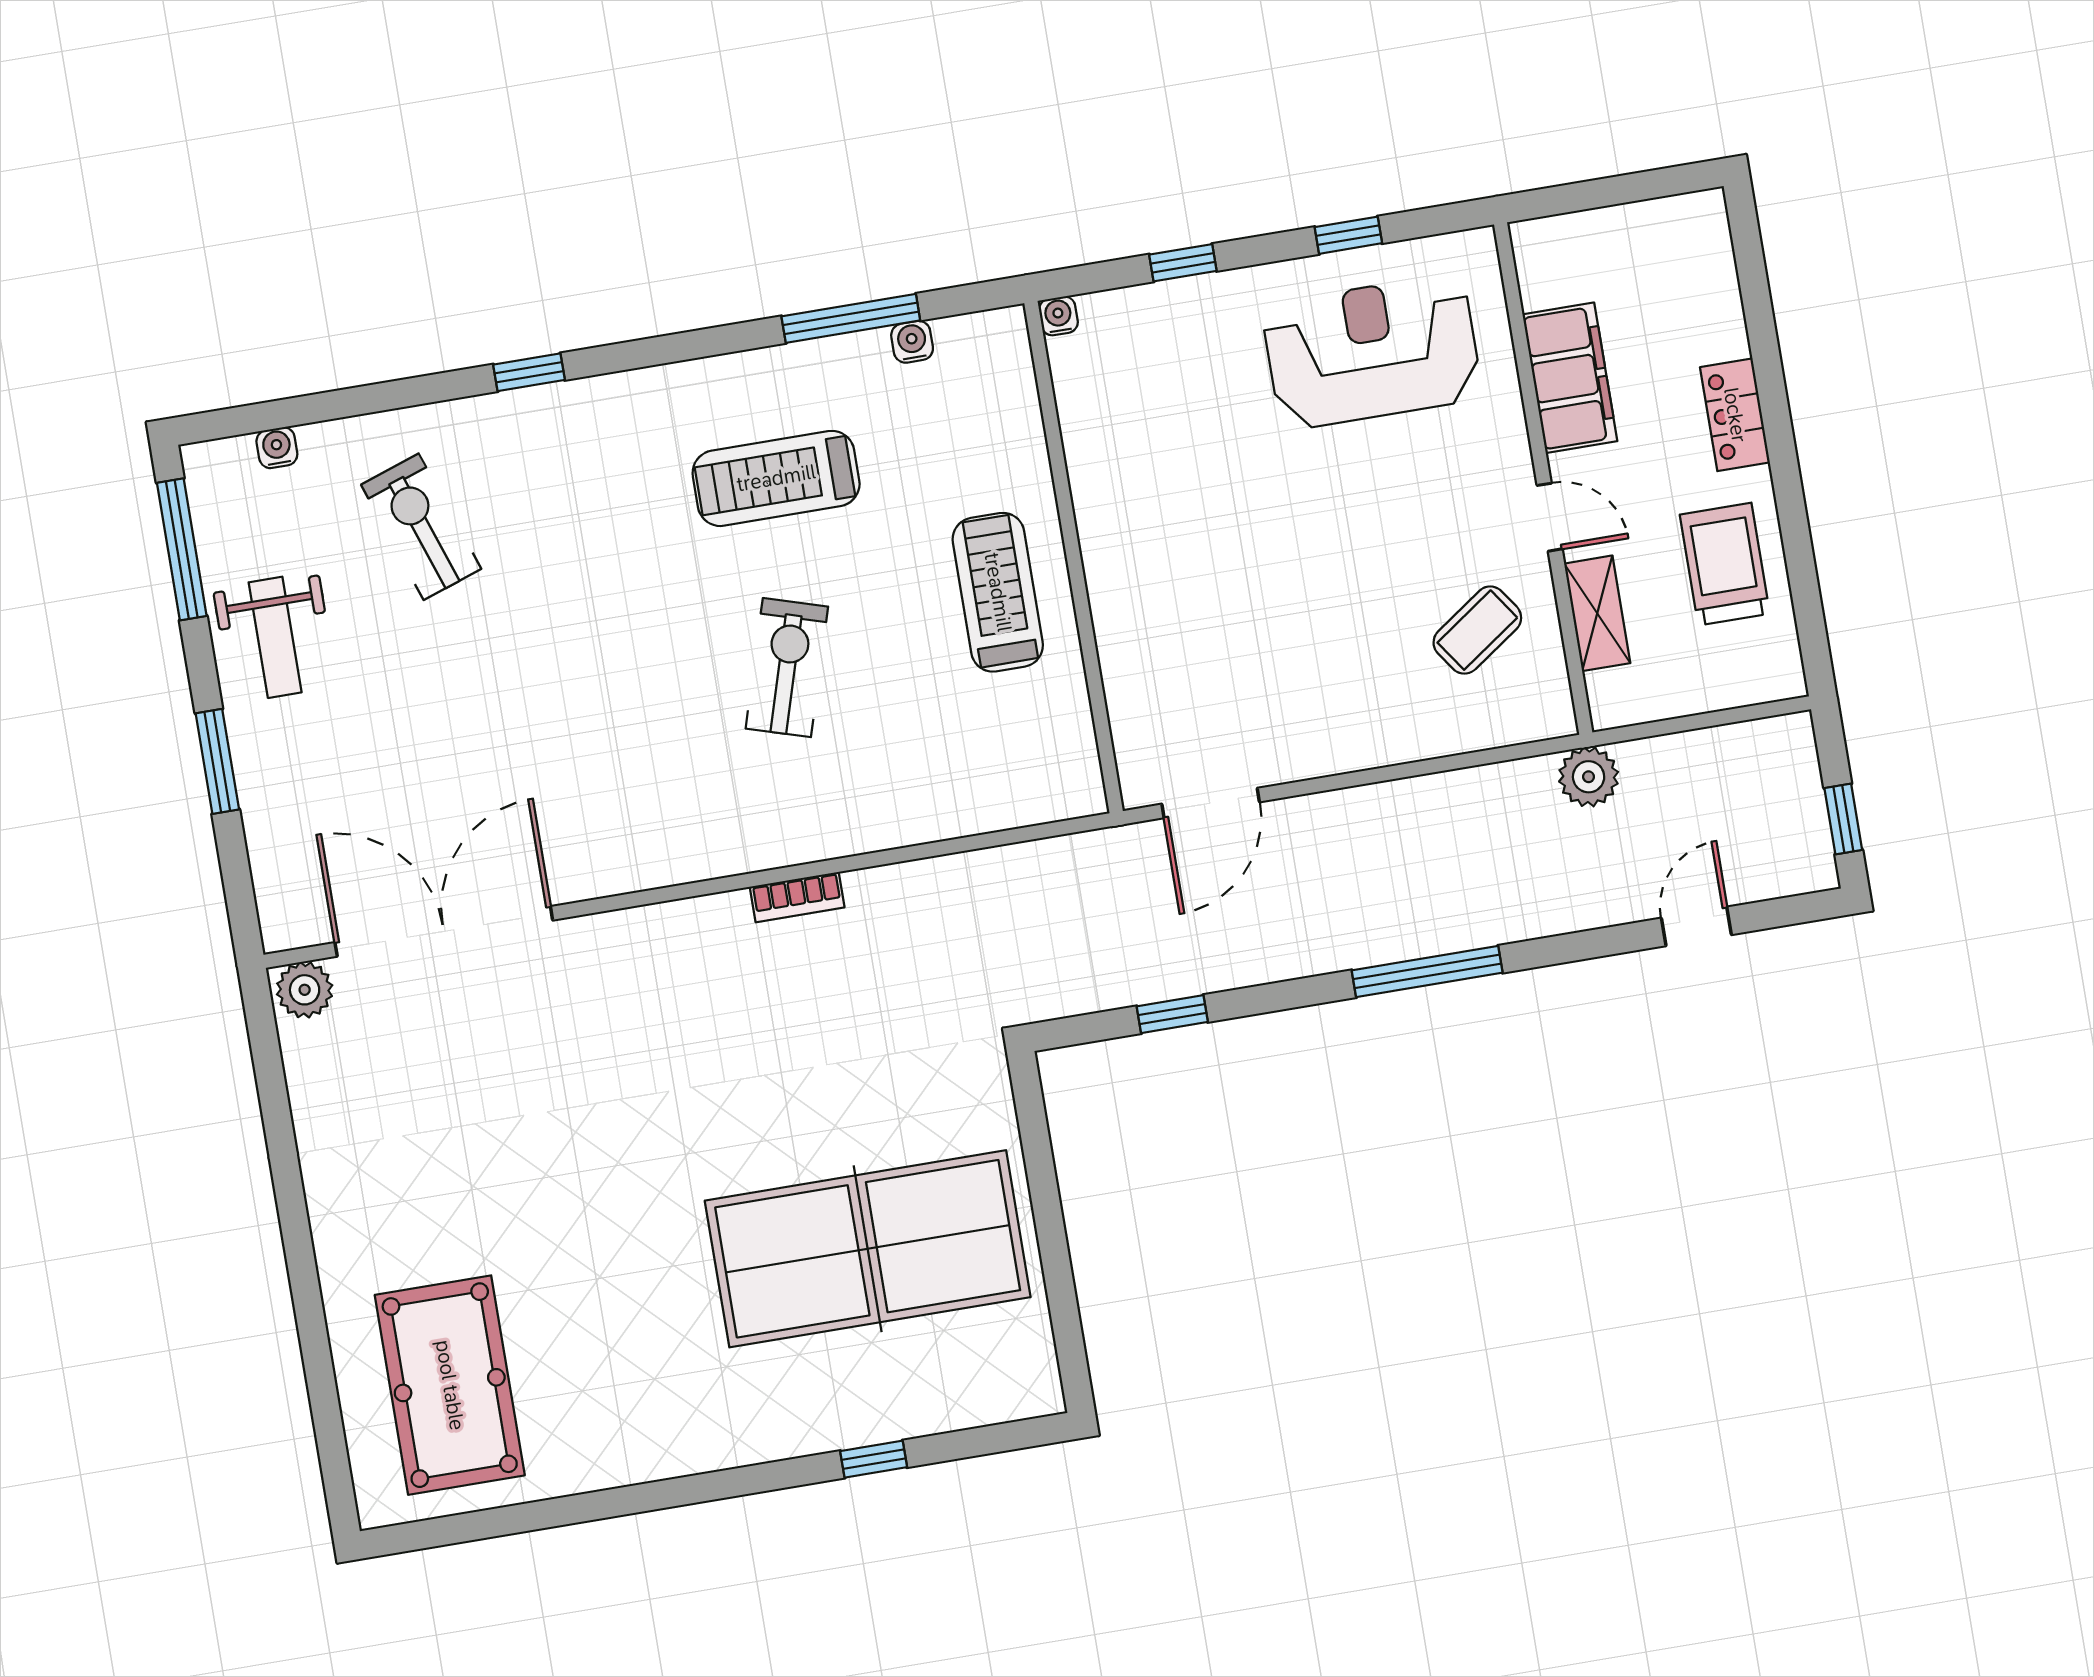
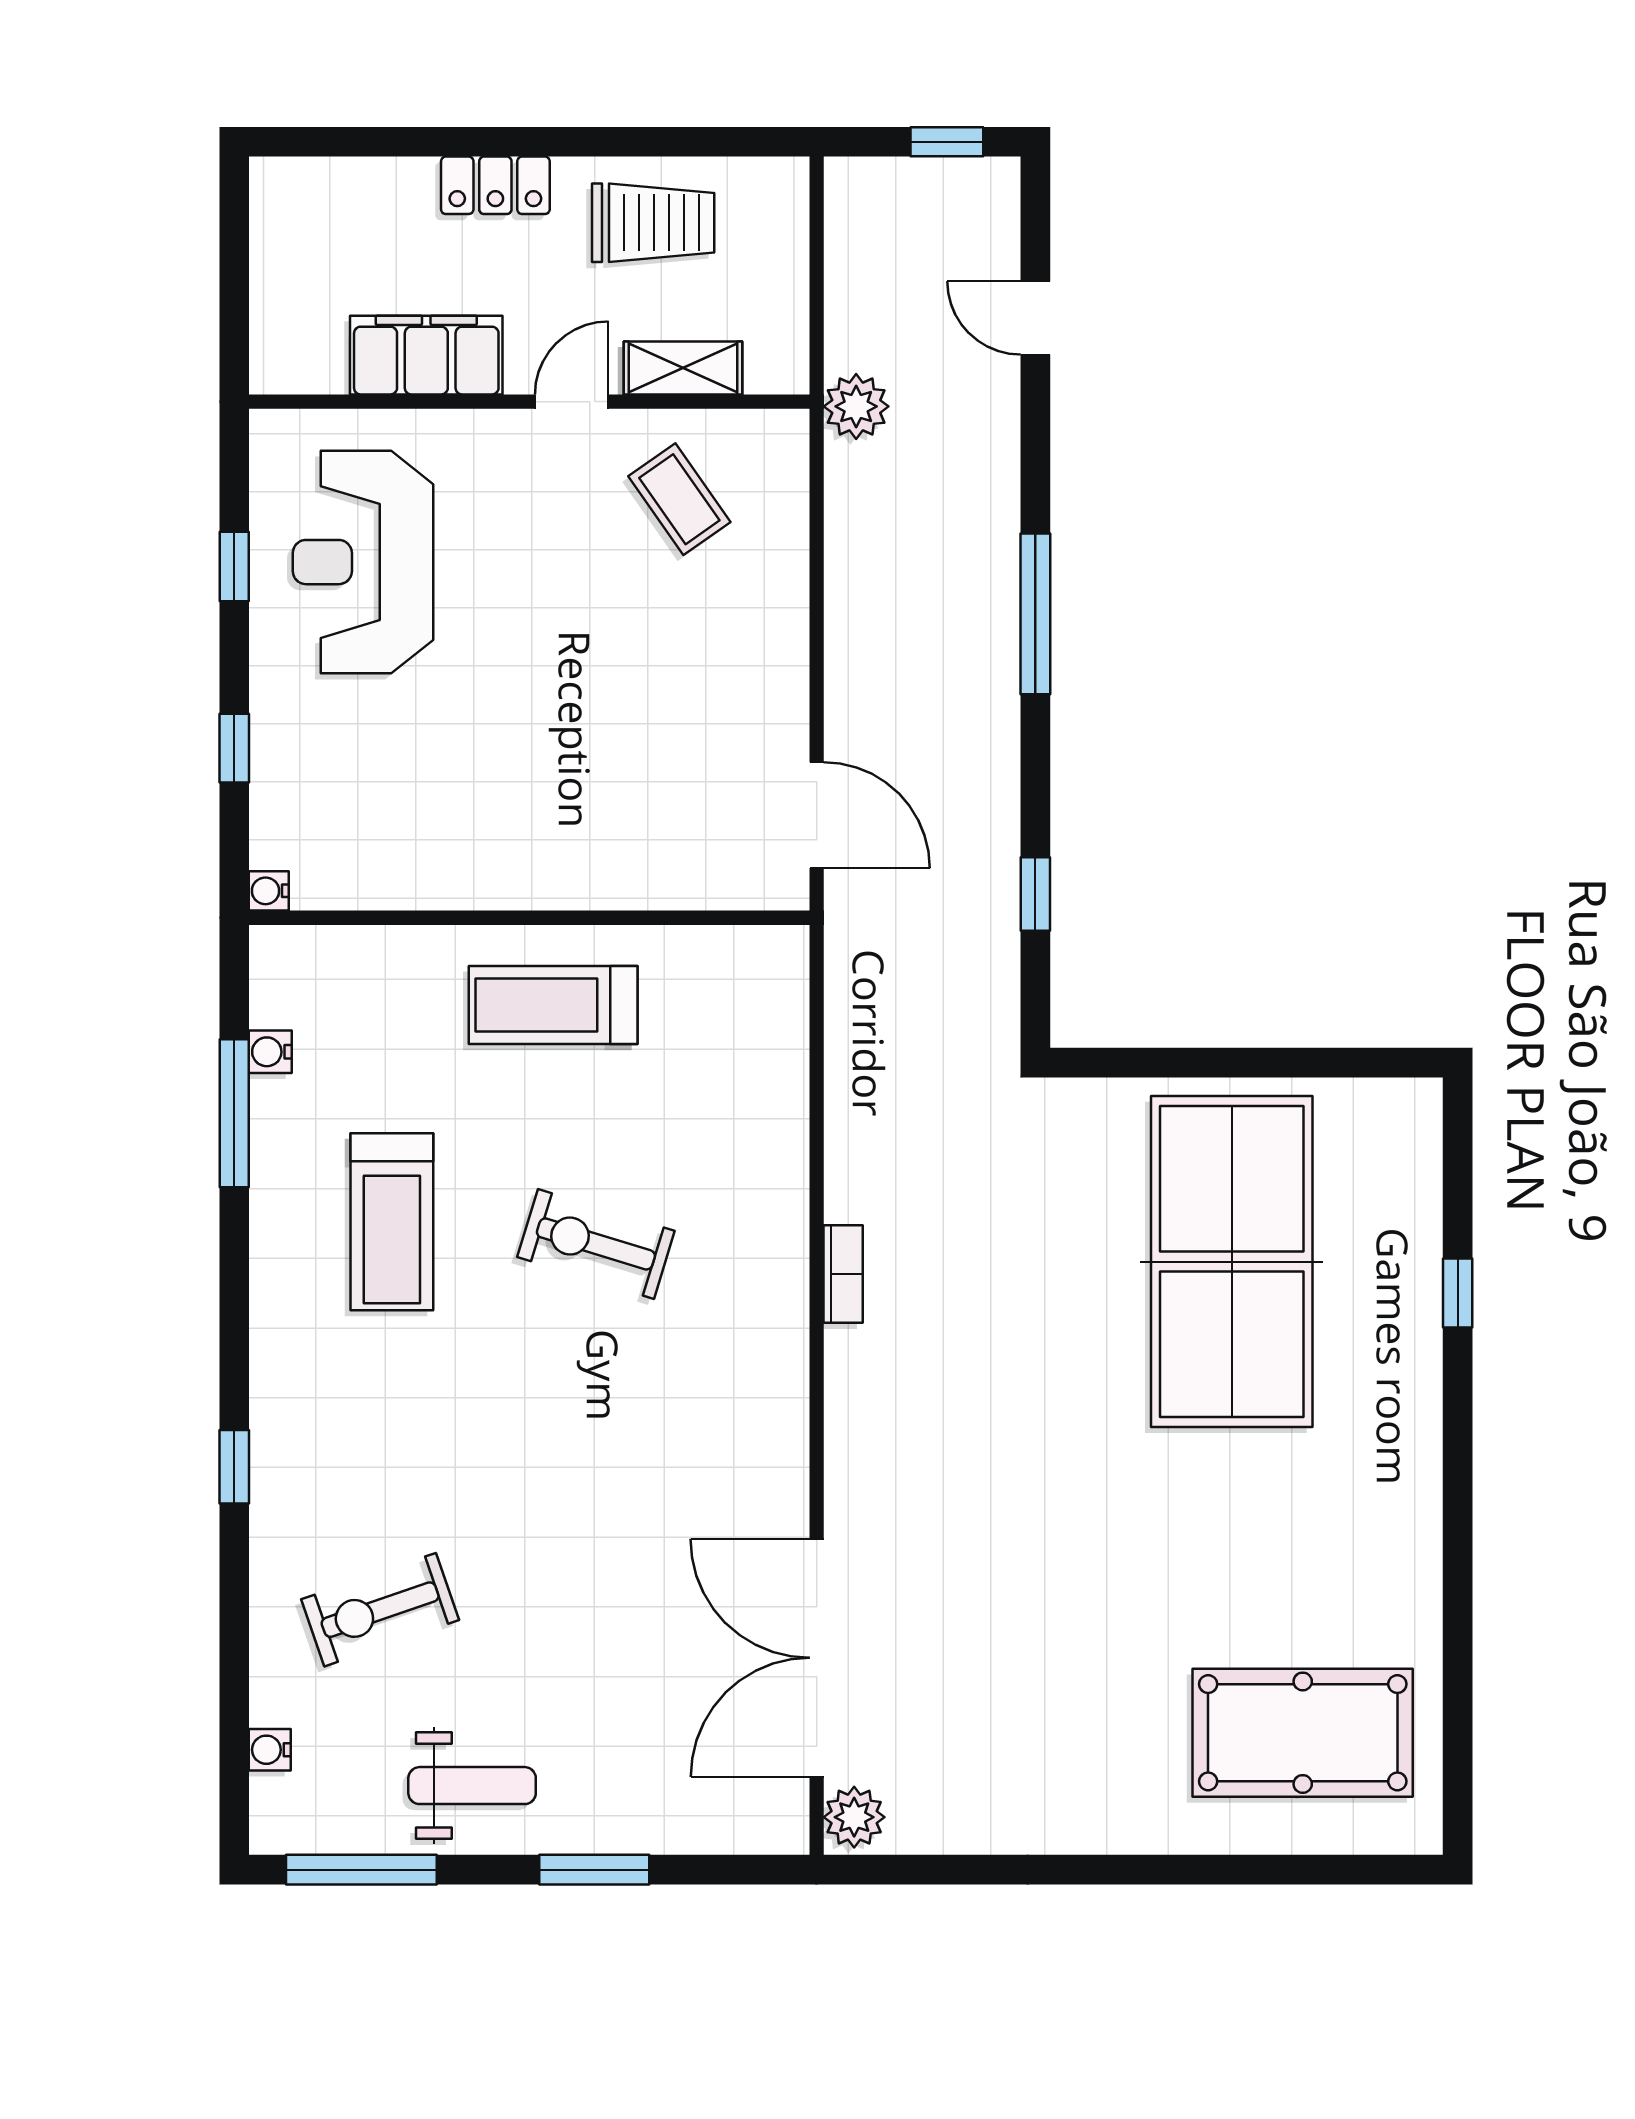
trolley: (1725, 564) -> (653, 223), turned 180

